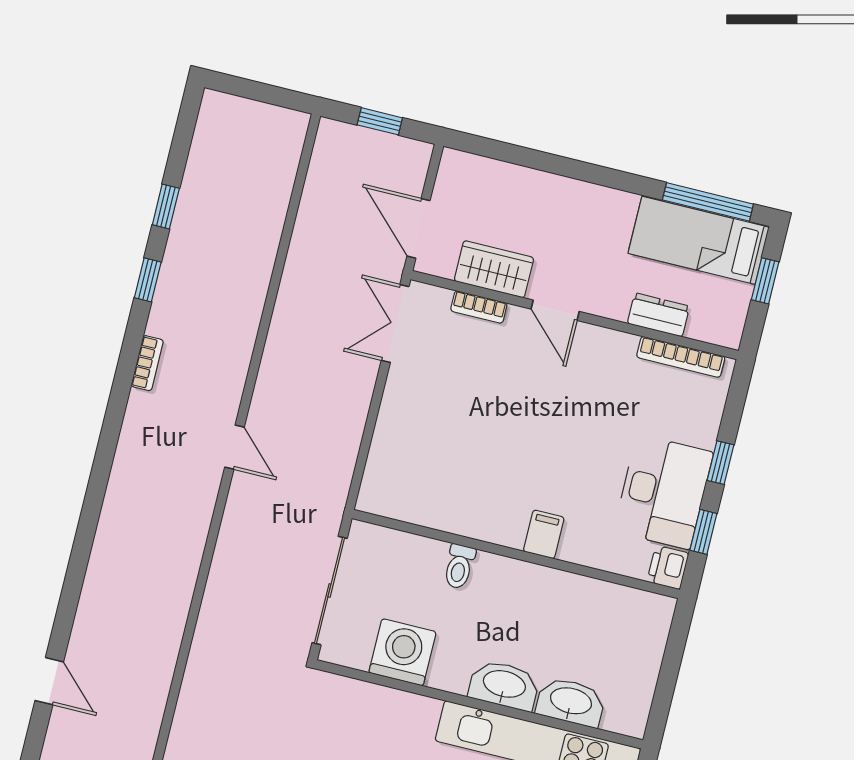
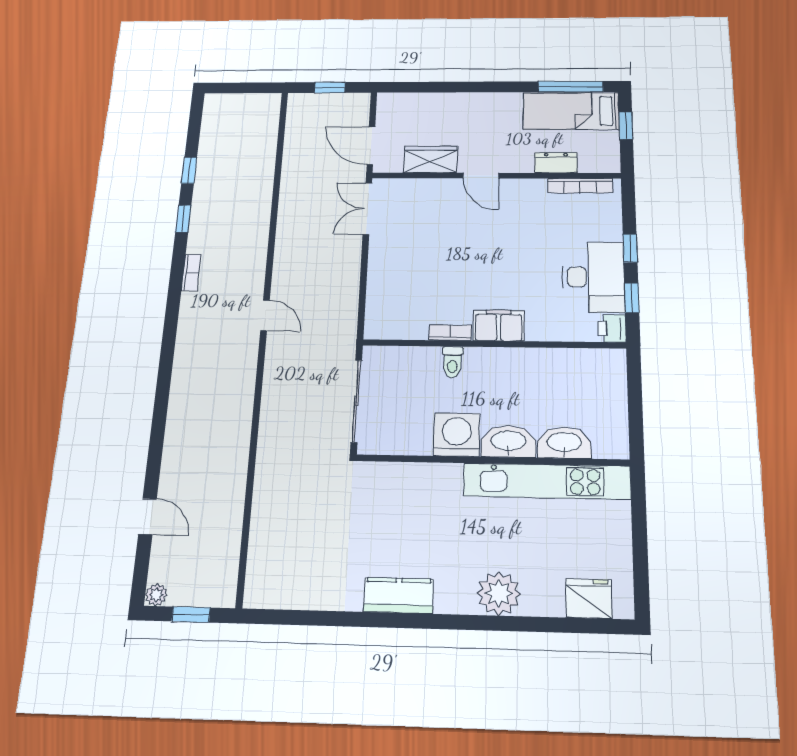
bookcase: (479, 307) -> (450, 333), moved, turned 180
filing cabinet: (544, 534) -> (499, 325), width x2.00
washing machine: (402, 652) -> (457, 435), moved

